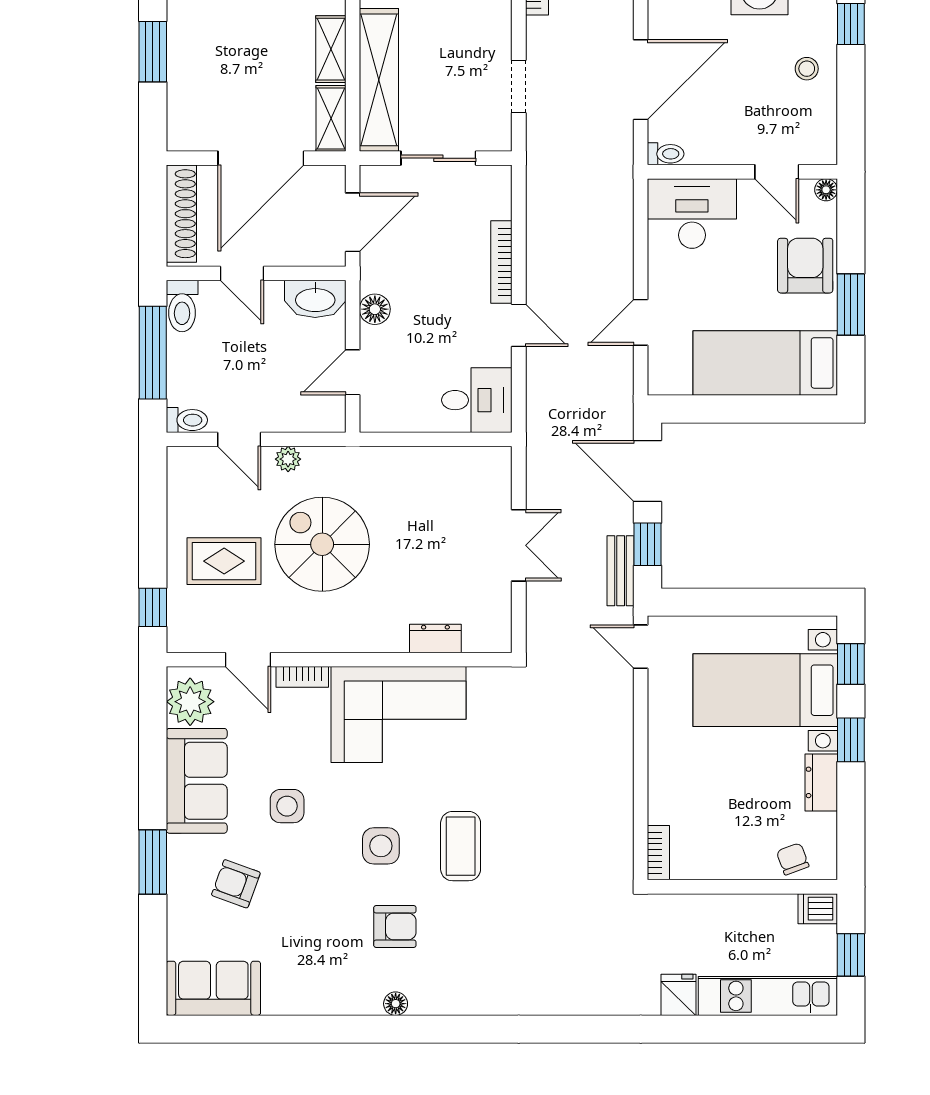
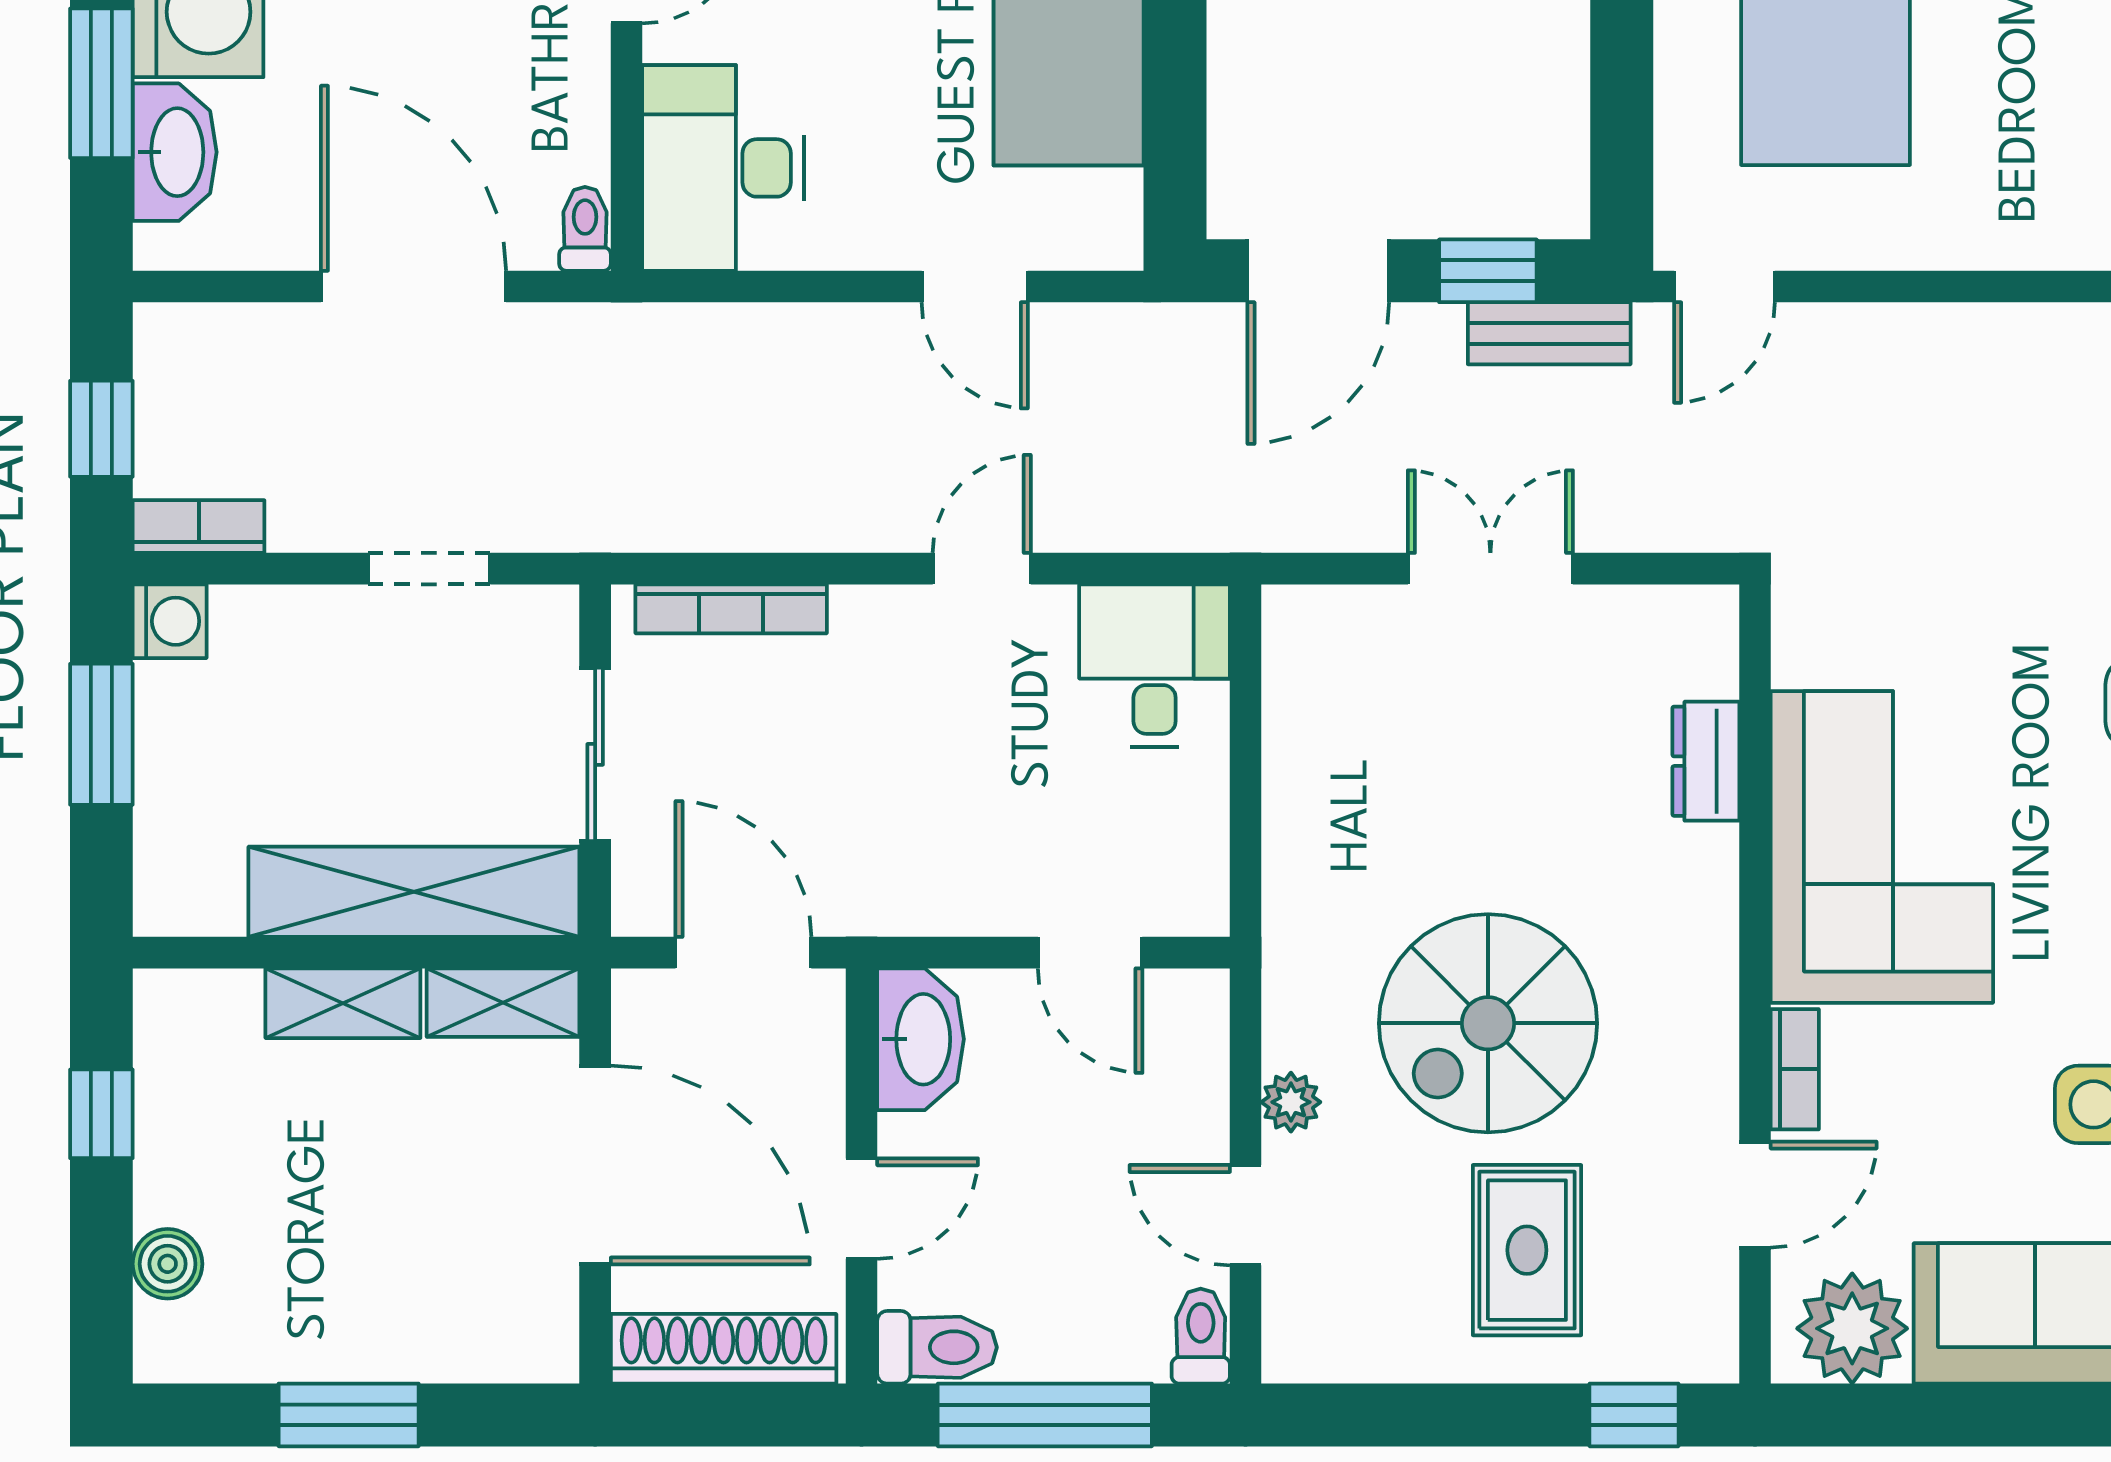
bookcase: (501, 262) -> (731, 609), moved
floor lamp: (375, 309) -> (944, 901), removed
door: (239, 439) -> (1246, 1215), swing flipped

